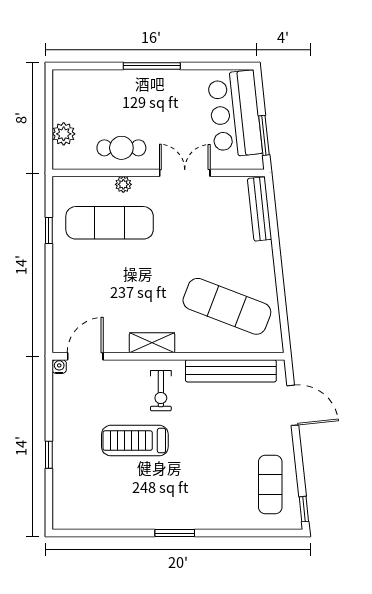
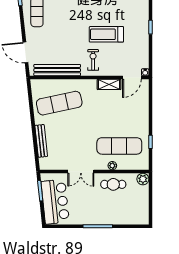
plant: (64, 134) -> (143, 179), moved
bench: (260, 209) -> (41, 141), moved
exercise mat: (227, 306) -> (59, 103), turned -33
shelving: (152, 343) -> (109, 84), moved
treadmill: (135, 441) -> (106, 34), turned 180

